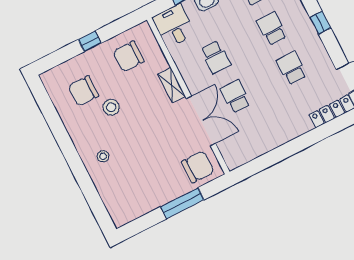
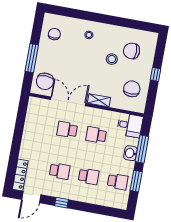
window: (320, 23) -> (61, 203), moved
chair: (83, 91) -> (132, 51), turned -90
school desk: (236, 97) -> (67, 130), turned 180
double door: (201, 121) -> (68, 101), swing flipped
chair: (133, 198) -> (54, 34), added

